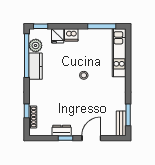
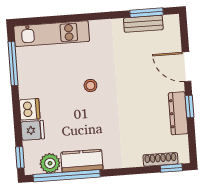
window: (27, 111) -> (171, 168), moved
bench: (121, 123) -> (143, 24), moved
dresser: (62, 131) -> (178, 113), width x1.44

